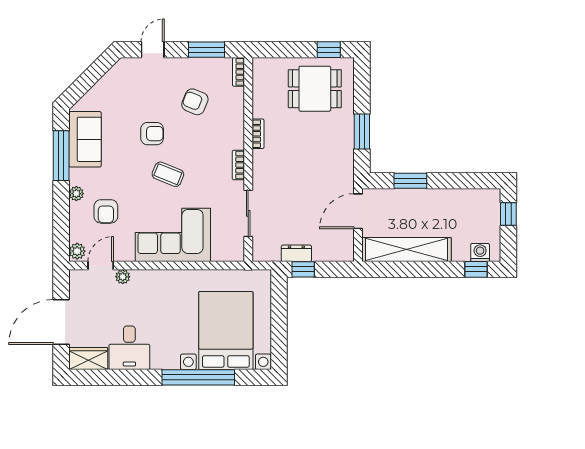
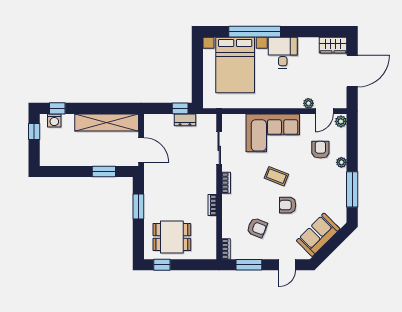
sofa: (85, 139) -> (318, 235), moved, turned 45
door: (358, 211) -> (141, 150), hinge flipped
window: (508, 214) -> (34, 132), moved
desk: (129, 348) -> (283, 53), moved

